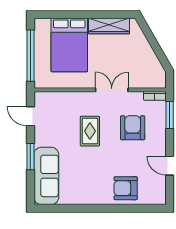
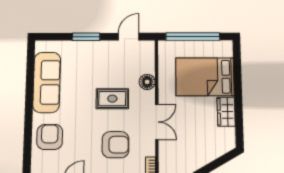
wardrobe: (109, 26) -> (226, 112), width x0.67
floor lamp: (74, 99) -> (147, 82), added
sofa: (46, 176) -> (47, 82), moved, turned -90

